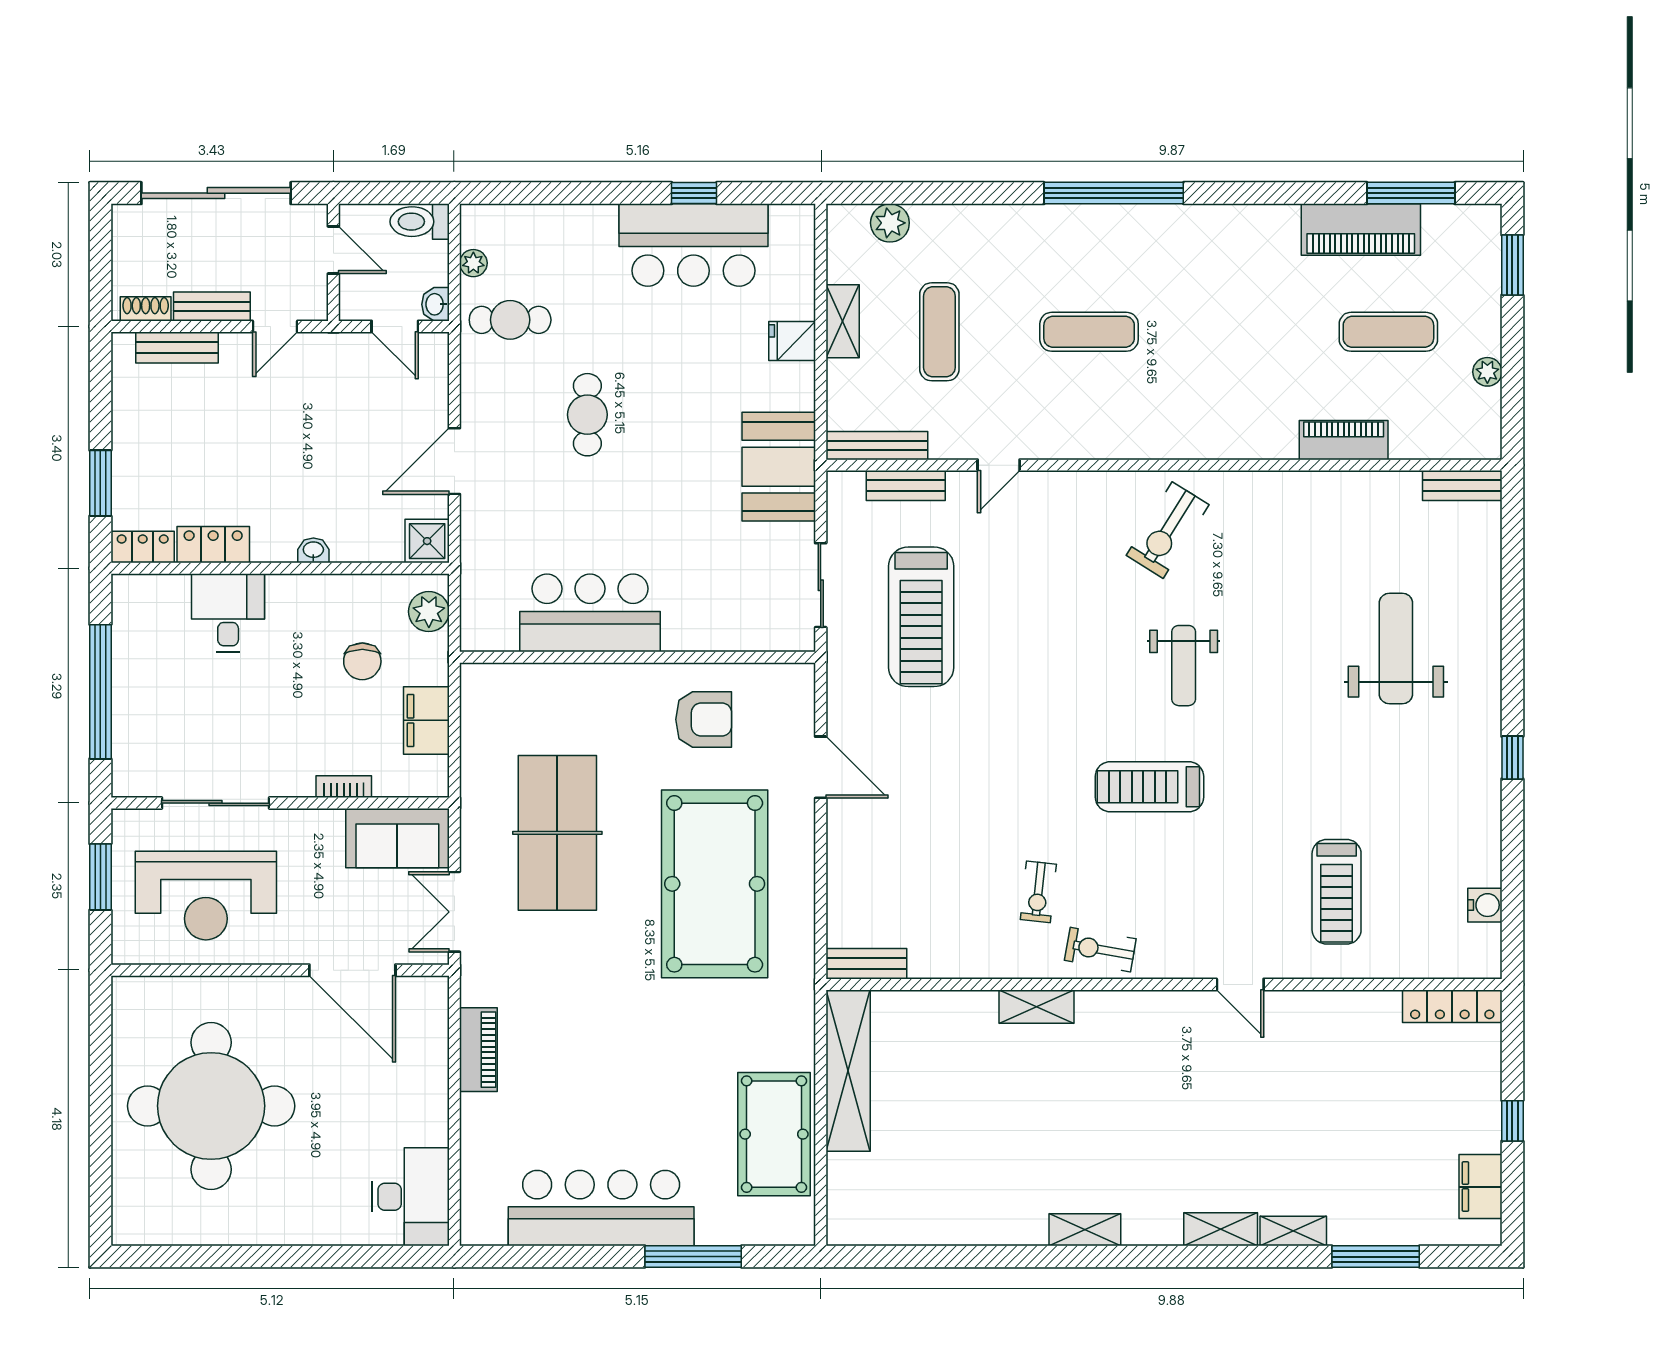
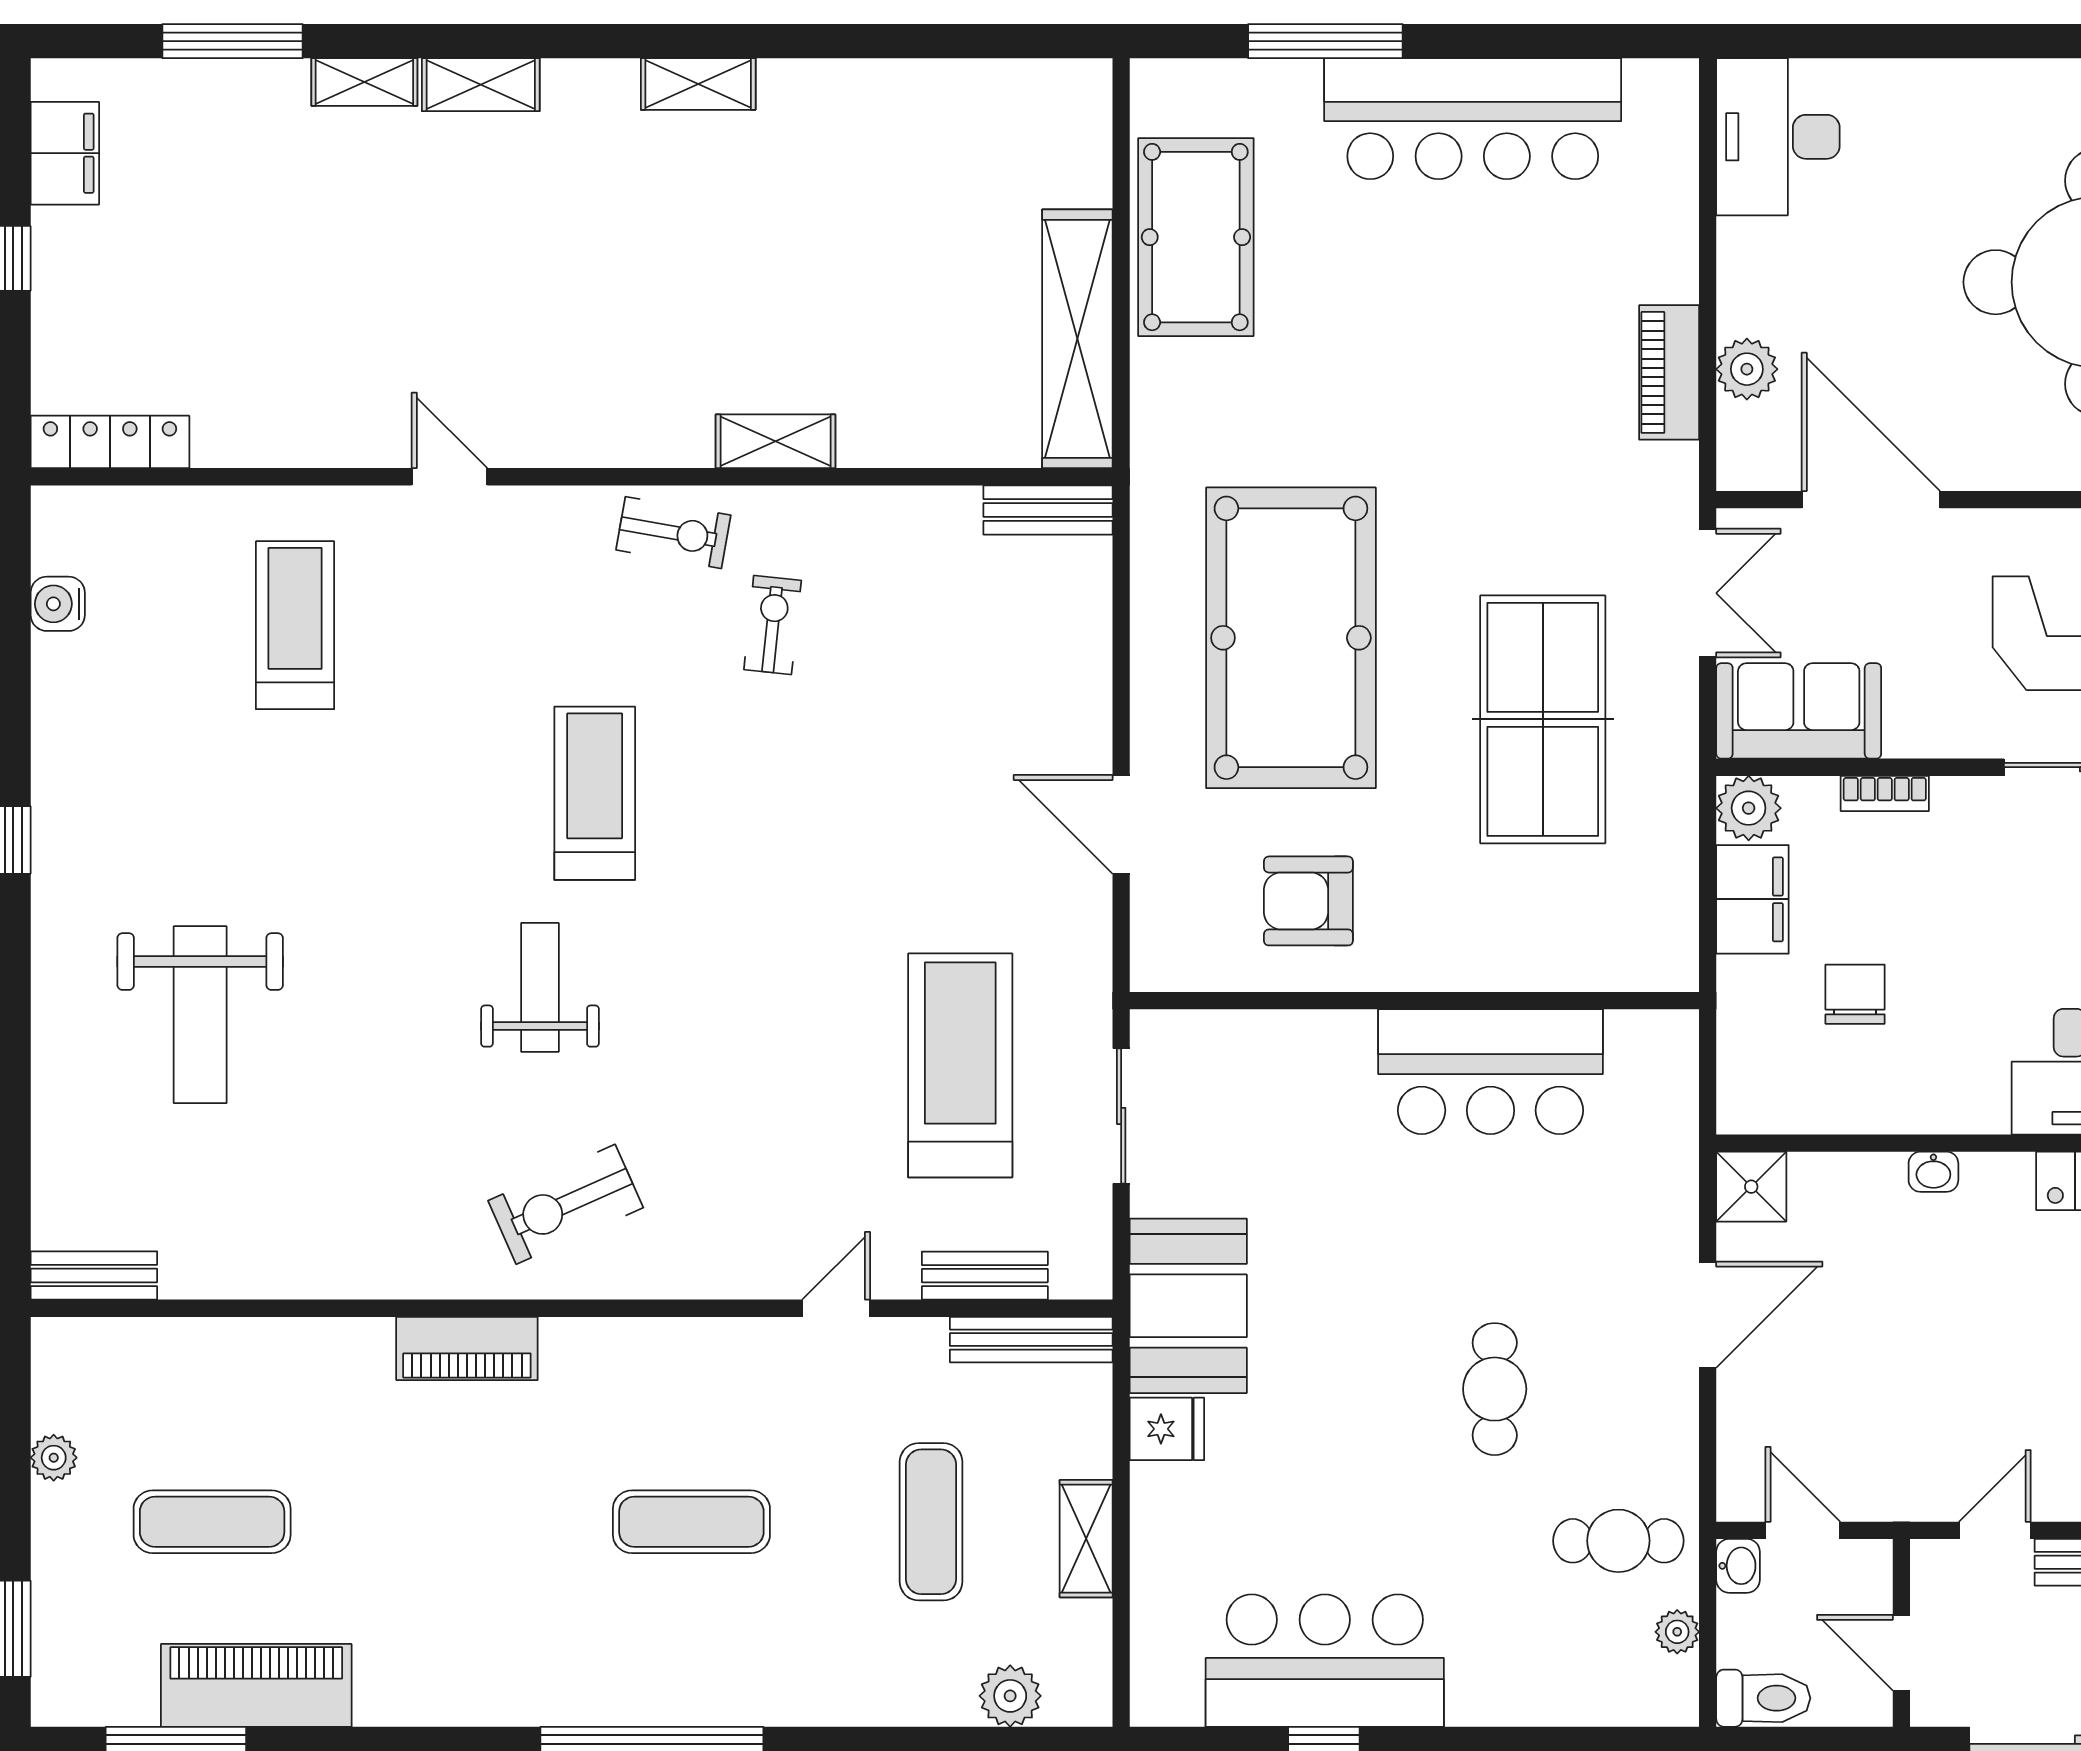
fridge: (792, 341) -> (1167, 1429), moved
piano: (1344, 440) -> (467, 1348), moved
exercise bike: (1168, 530) -> (566, 1204), turned -146
plant: (429, 612) -> (1749, 808), moved
treadmill: (1149, 787) -> (595, 793), turned -90
plant: (430, 1052) -> (1747, 369), added

